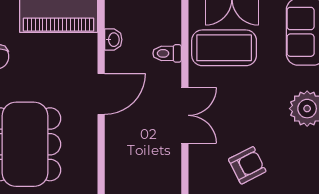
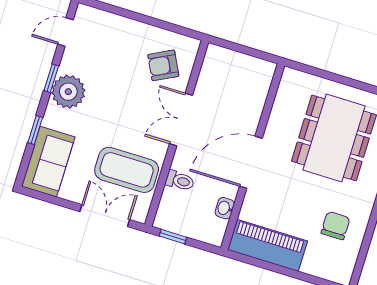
door: (101, 94) -> (251, 162), width x1.36
armchair: (247, 165) -> (163, 65), moved

